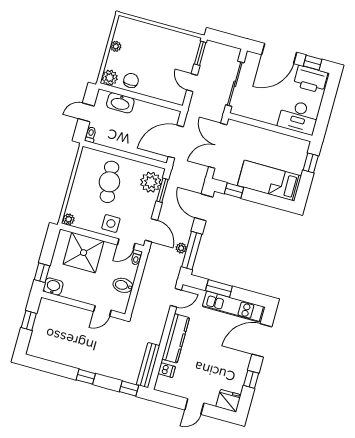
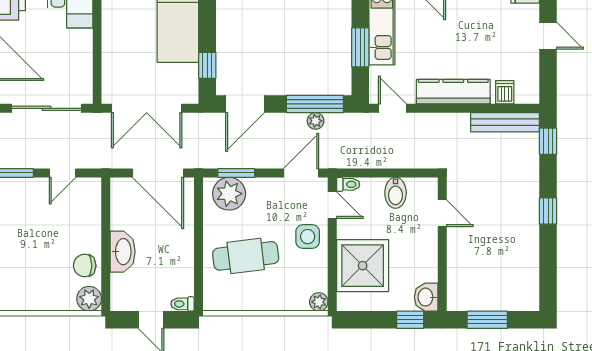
plant: (116, 46) -> (40, 303), removed
washbasin: (120, 103) -> (123, 252), moved
window: (29, 320) -> (487, 320), width x1.50

